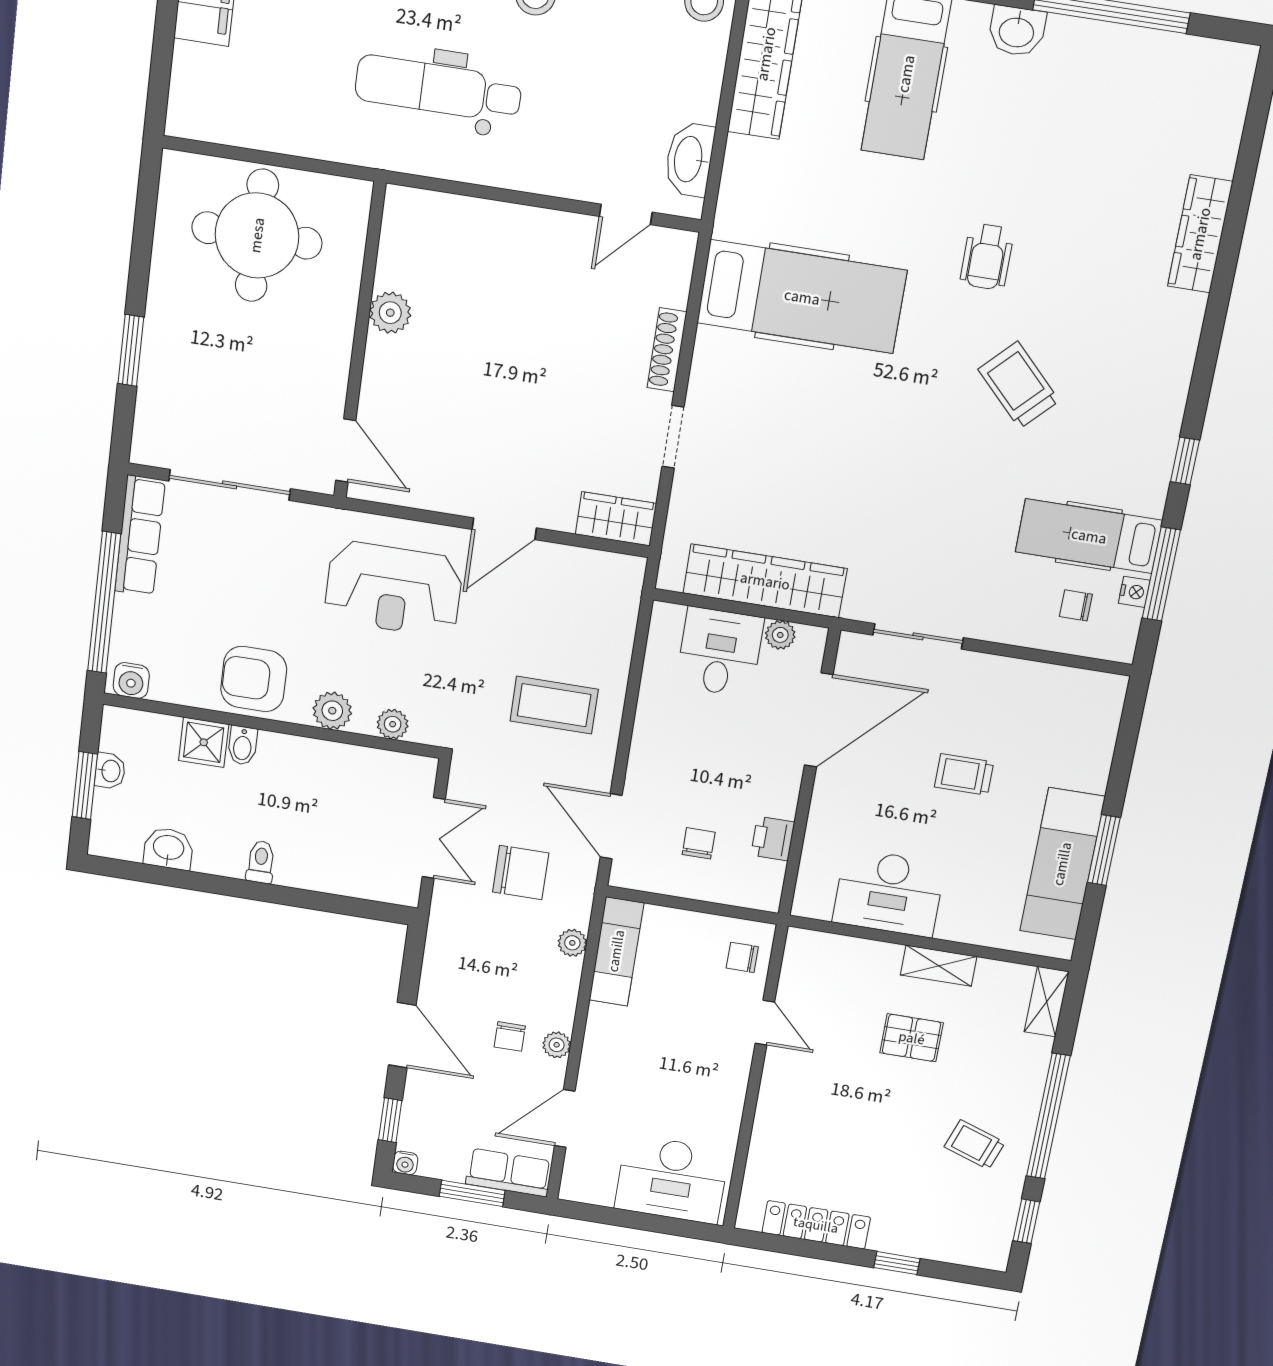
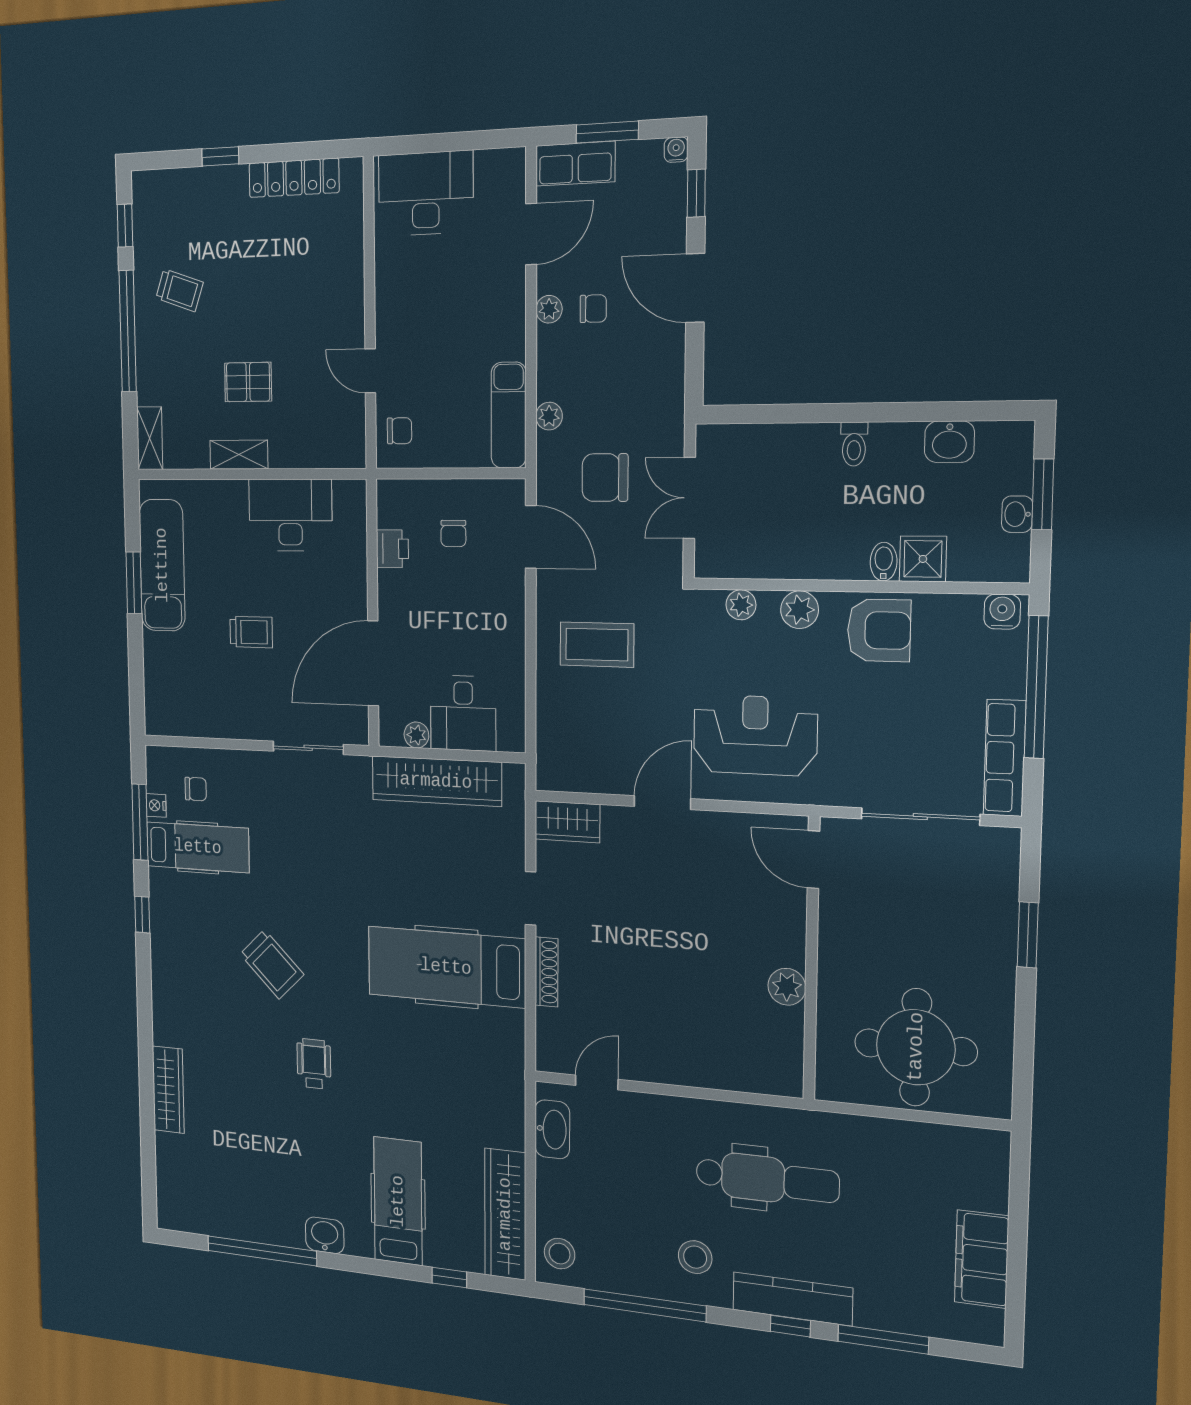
hospital bed: (802, 297) -> (446, 967), moved
chair: (510, 1036) -> (593, 309), turned 90

